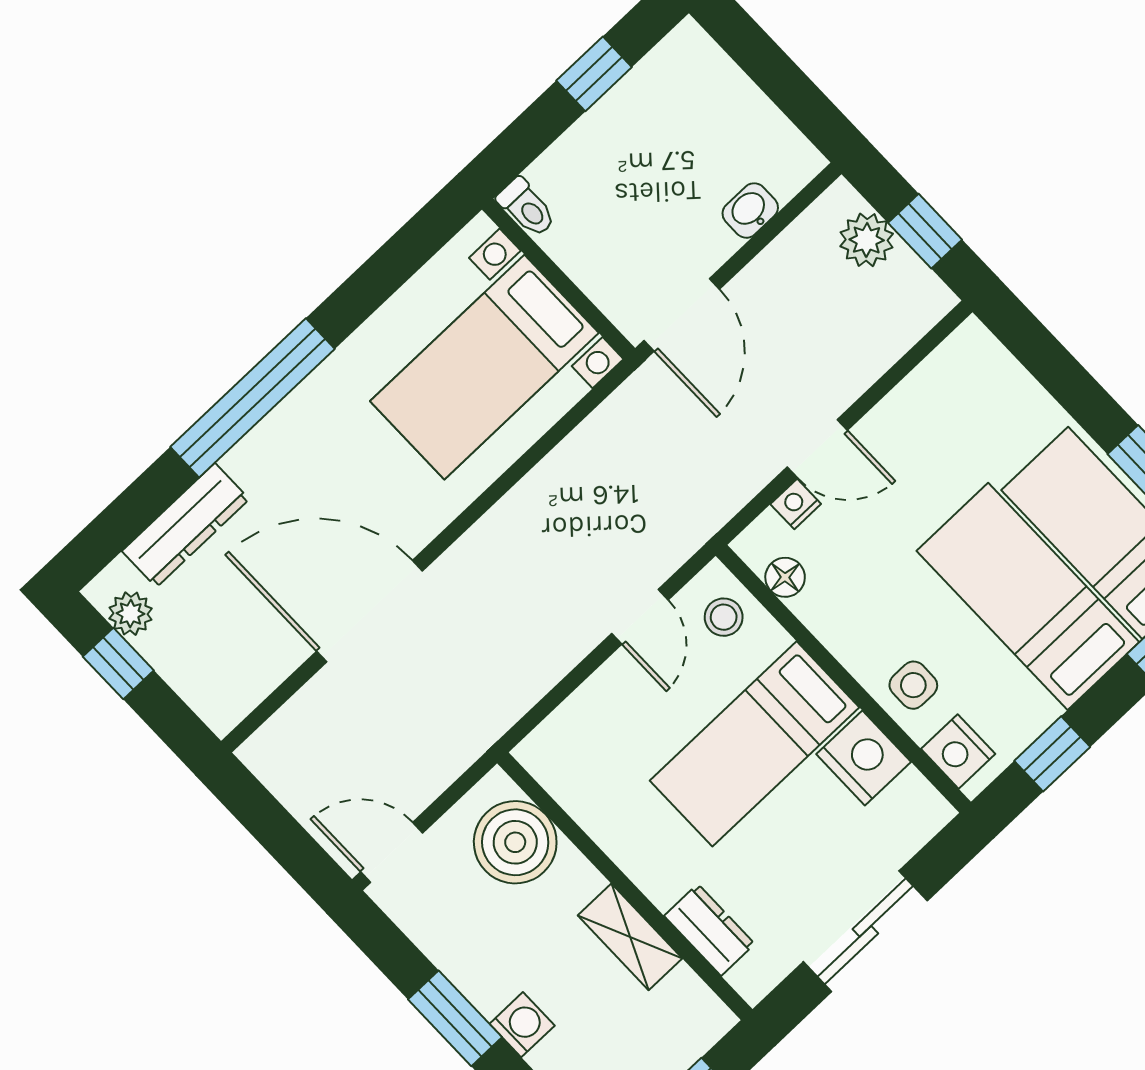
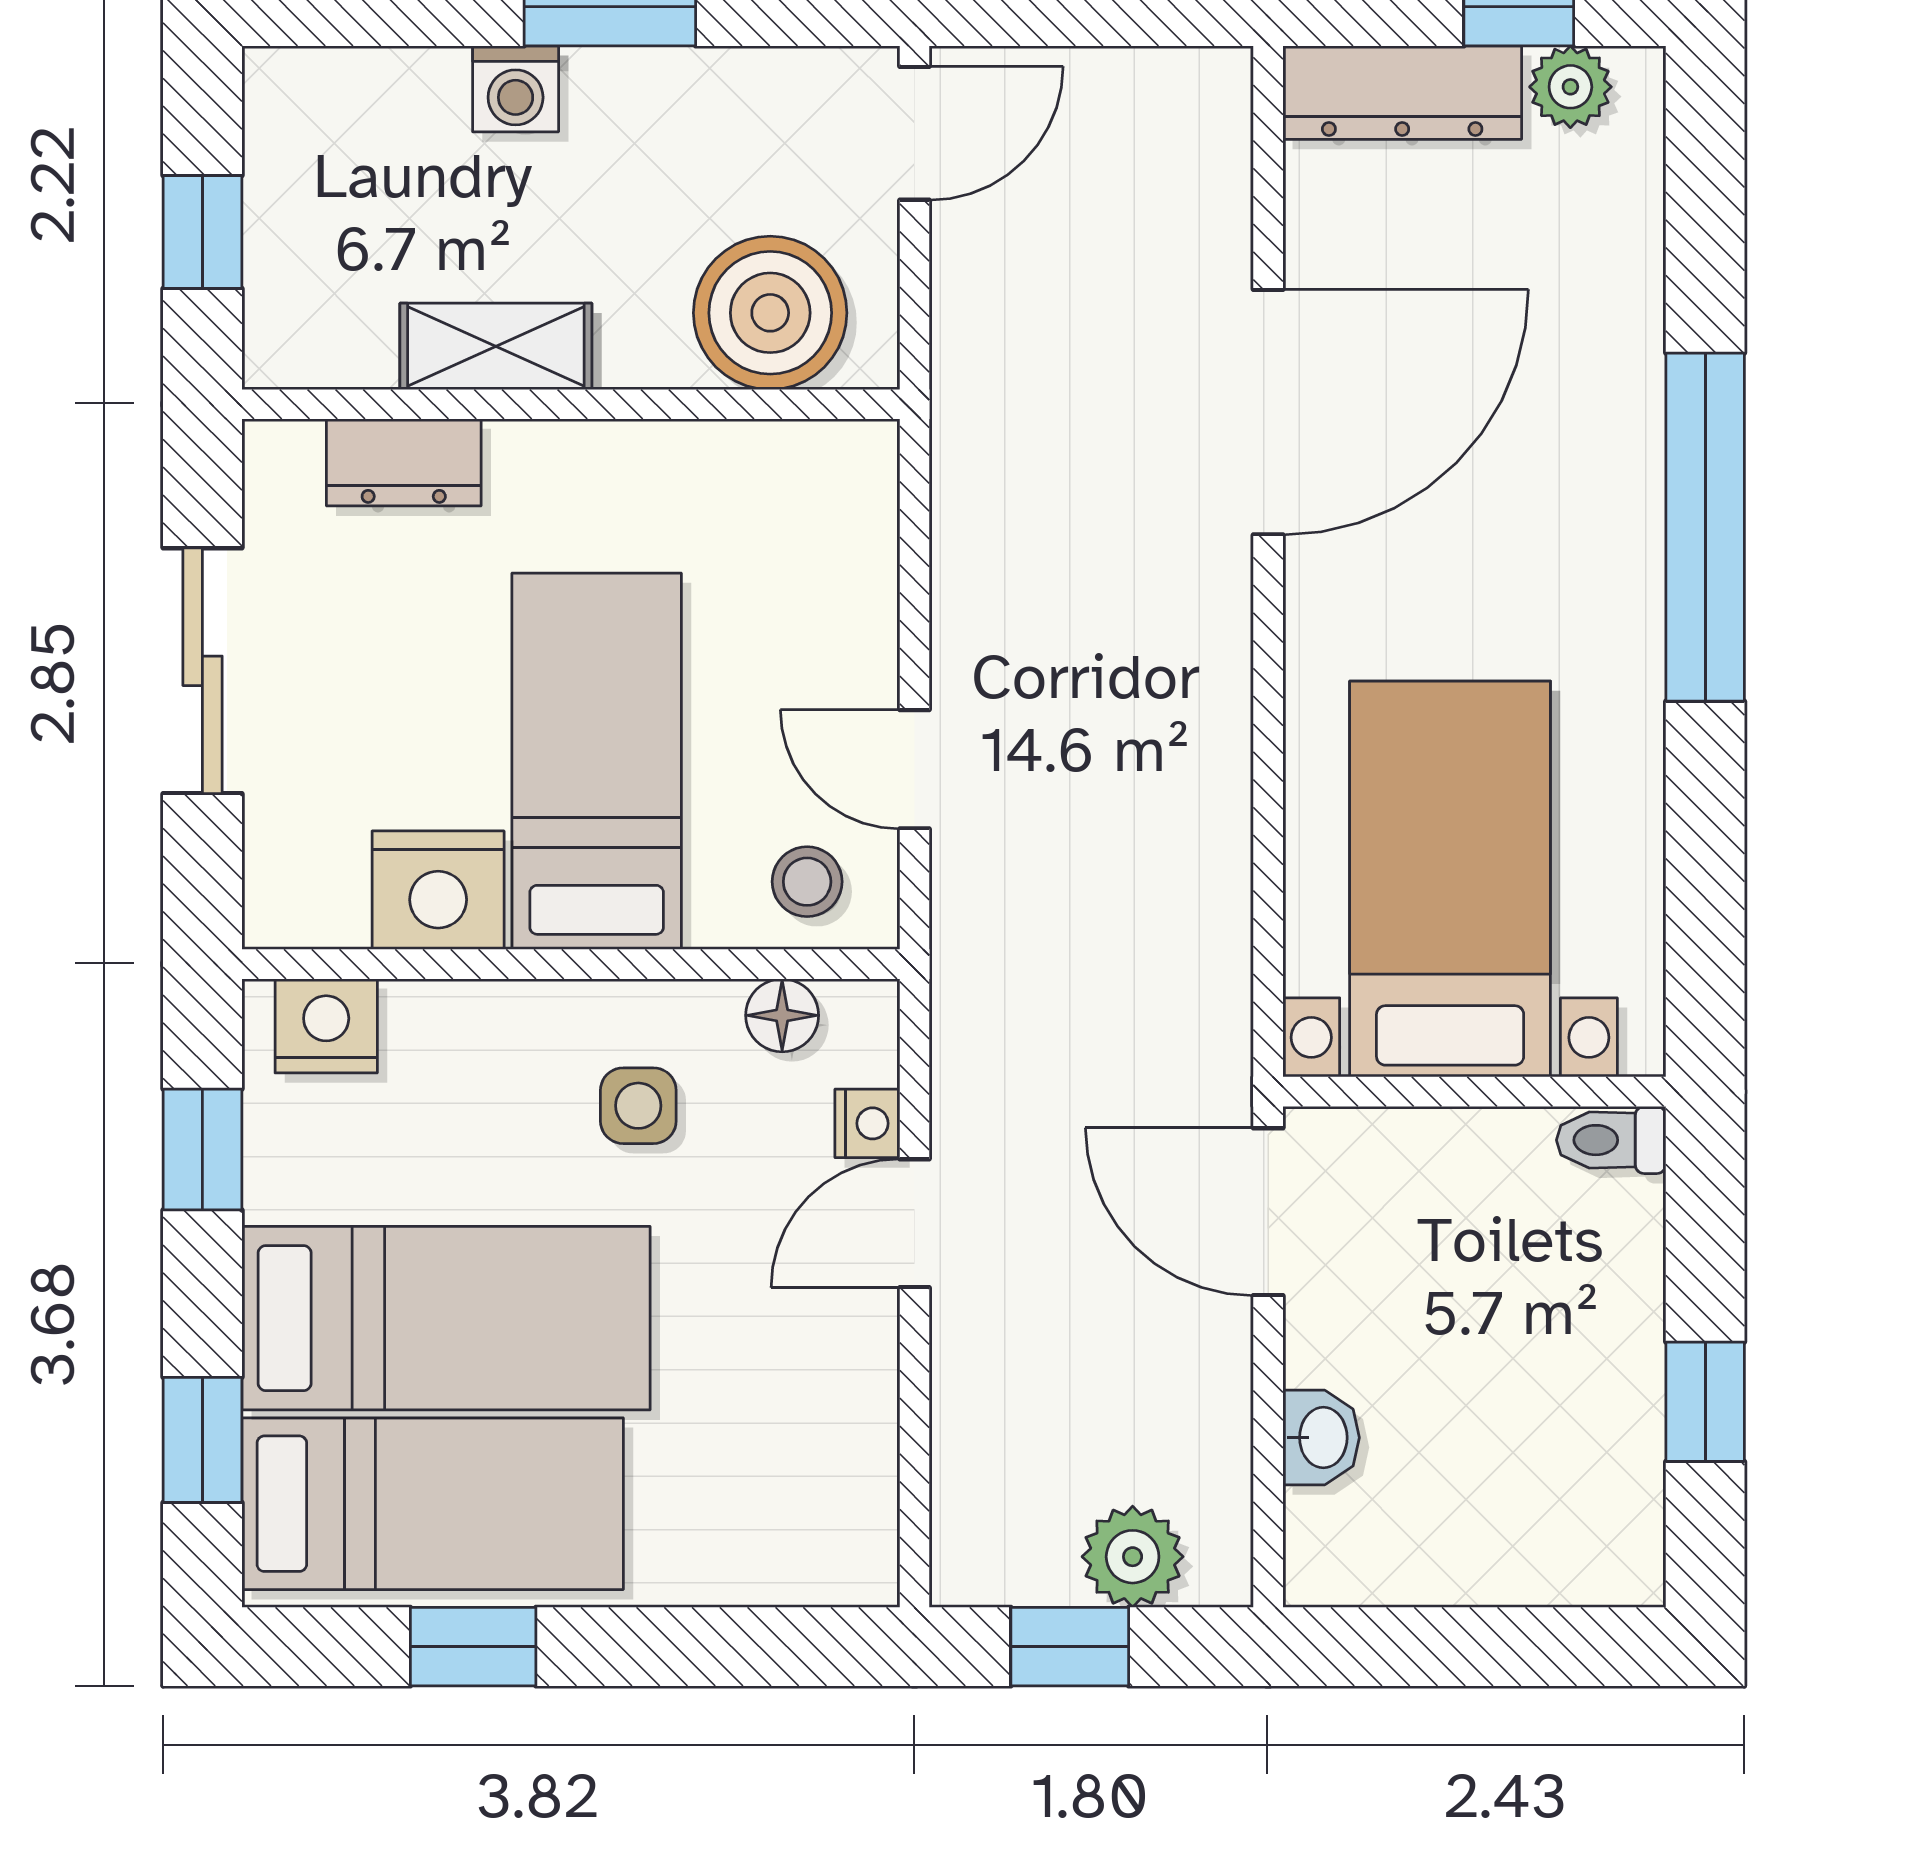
dresser: (186, 525) -> (1402, 93), moved, turned -90
side table: (913, 685) -> (638, 1106), moved

